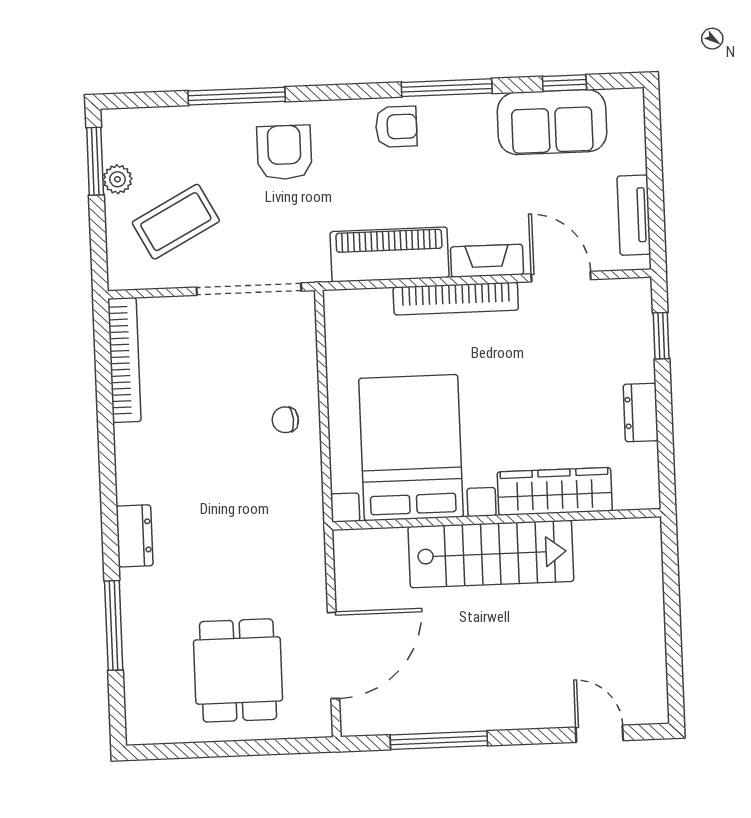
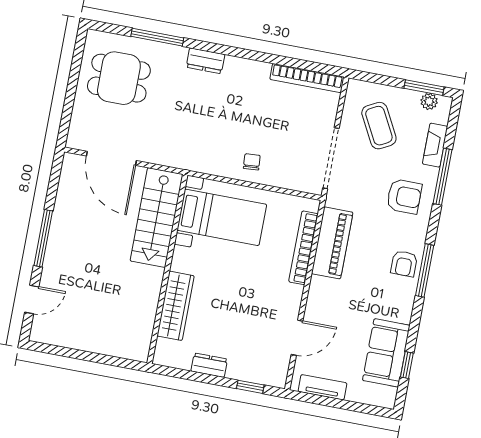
window: (447, 88) -> (425, 270), moved
plant: (117, 179) -> (429, 101), moved
fireplace: (487, 261) -> (435, 145), moved, turned 180
bookcase: (456, 299) -> (303, 248), moved
bed with nightstands: (411, 448) -> (222, 217), width x0.73
stairs: (491, 554) -> (157, 218), moved
dining table: (238, 670) -> (119, 78), moved
window: (439, 740) -> (43, 238), moved

